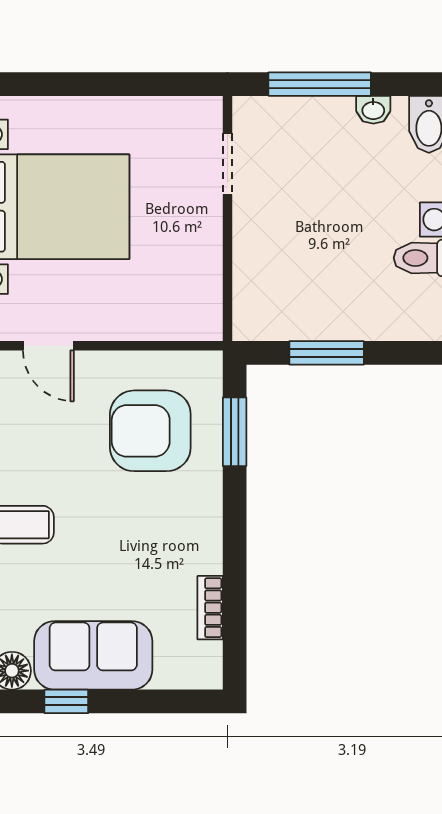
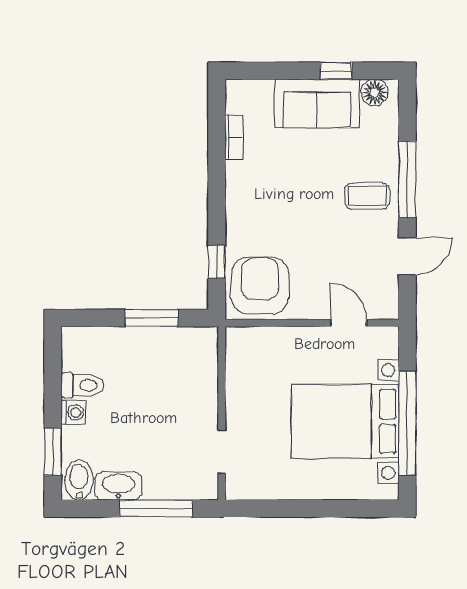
washbasin: (373, 110) -> (118, 486), width x1.91, depth x1.45
armchair: (150, 431) -> (260, 286), moved, turned -90
window: (235, 432) -> (217, 262), width x0.67

